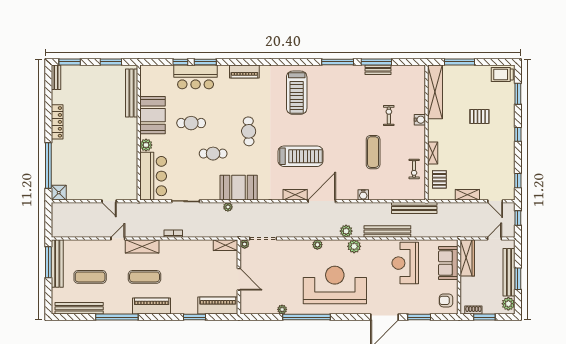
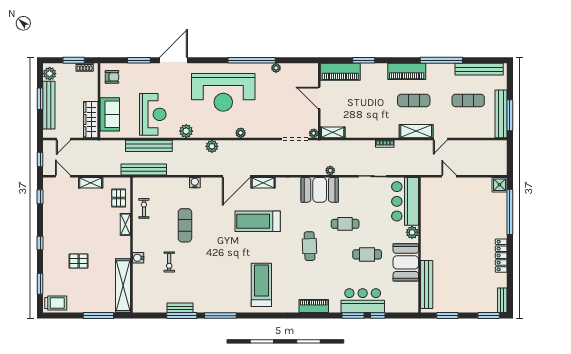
bench: (387, 232) -> (149, 146), moved
plant: (354, 246) -> (186, 131), moved

